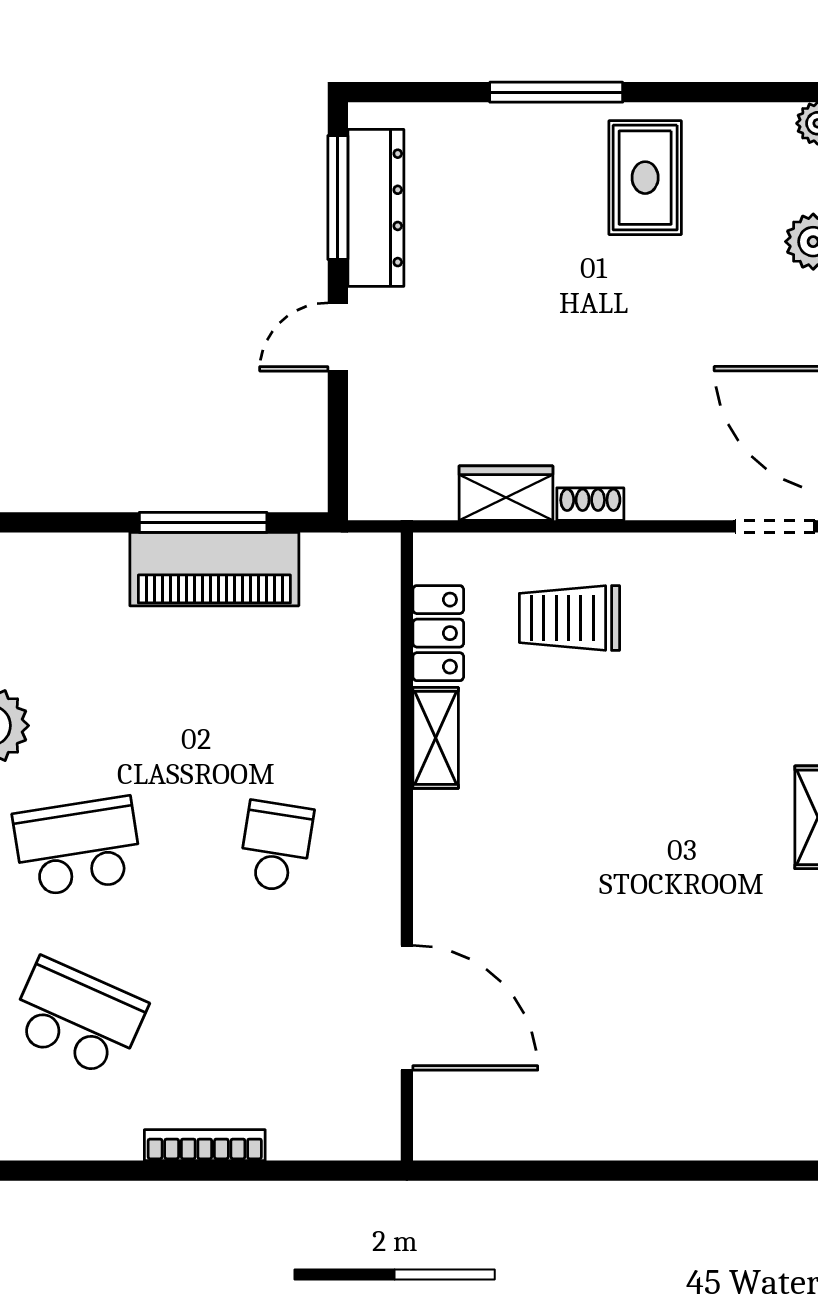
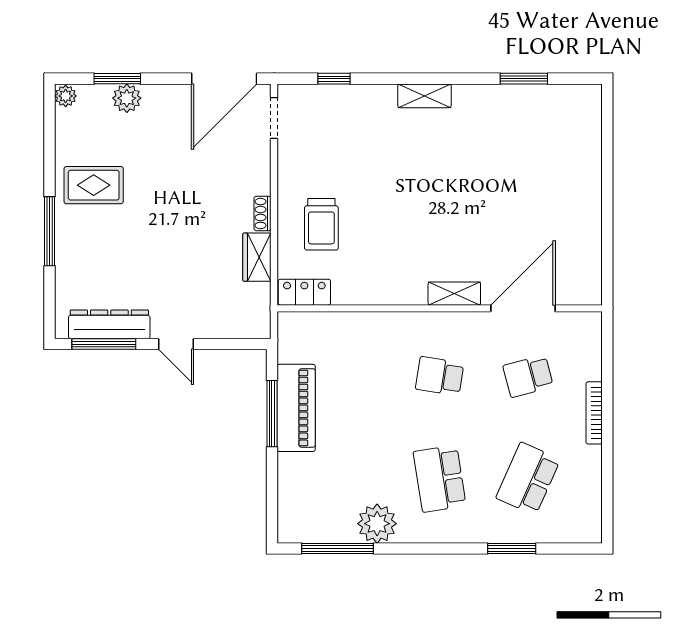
locker: (438, 633) -> (304, 292), moved
shelving: (436, 738) -> (454, 294), moved
school desk: (276, 1018) -> (528, 376), added

